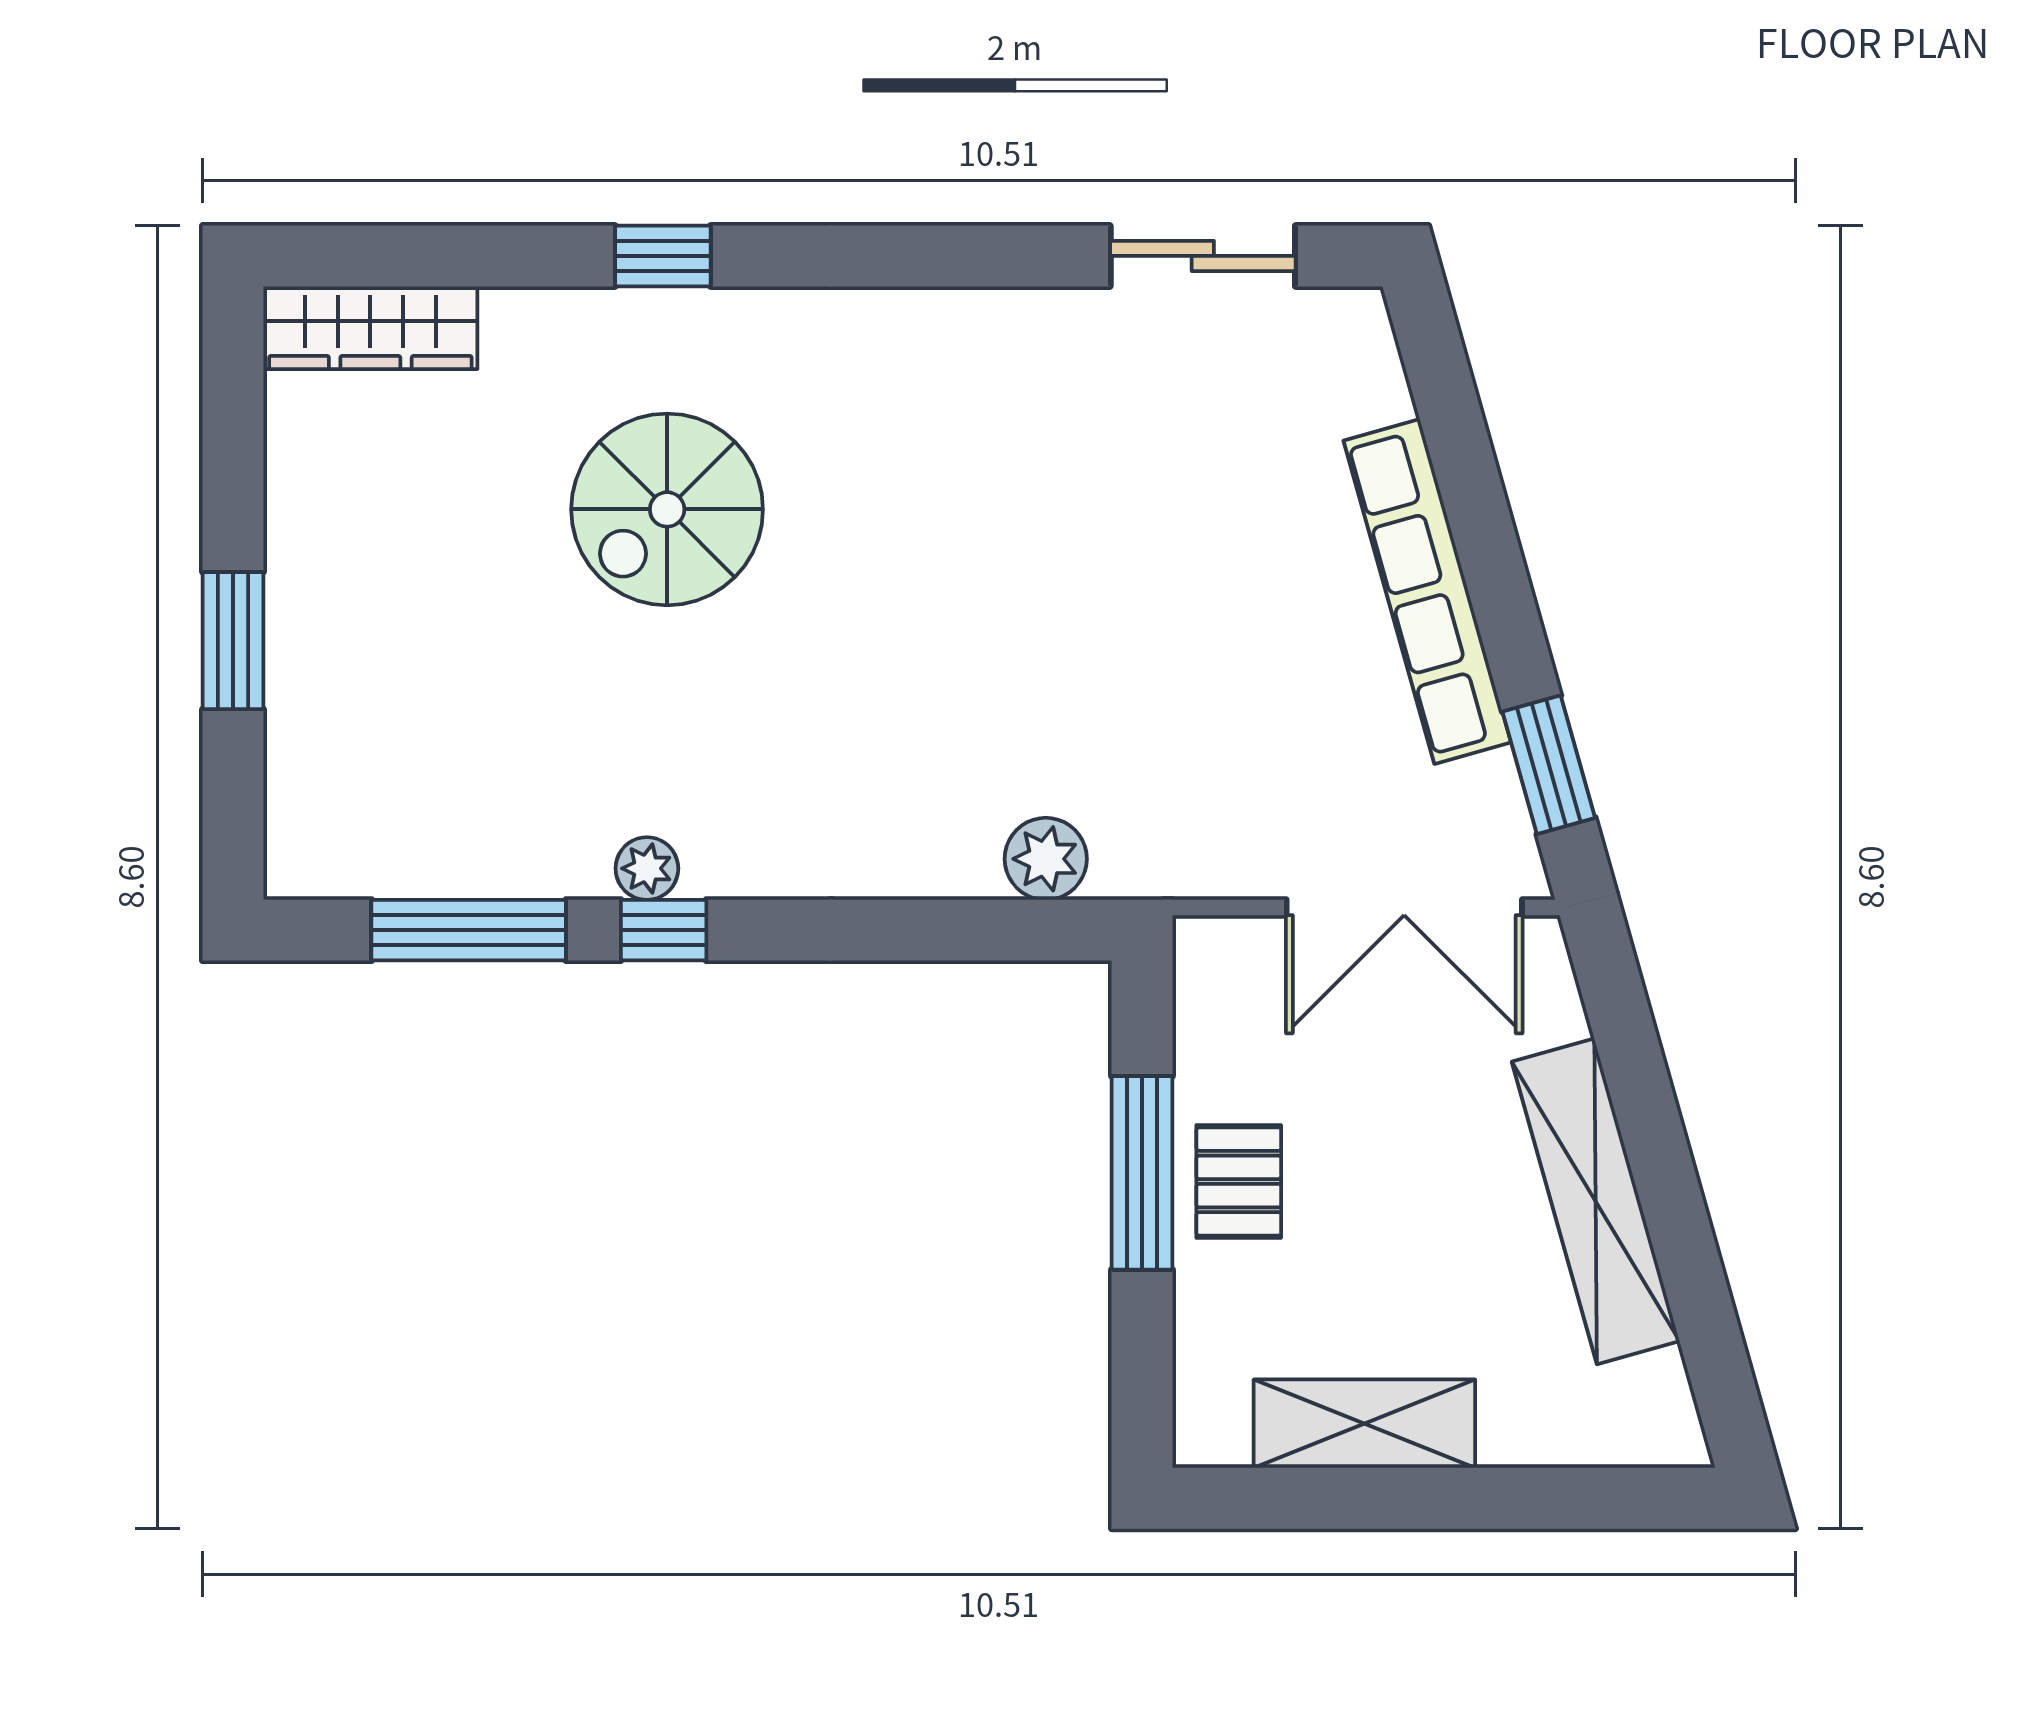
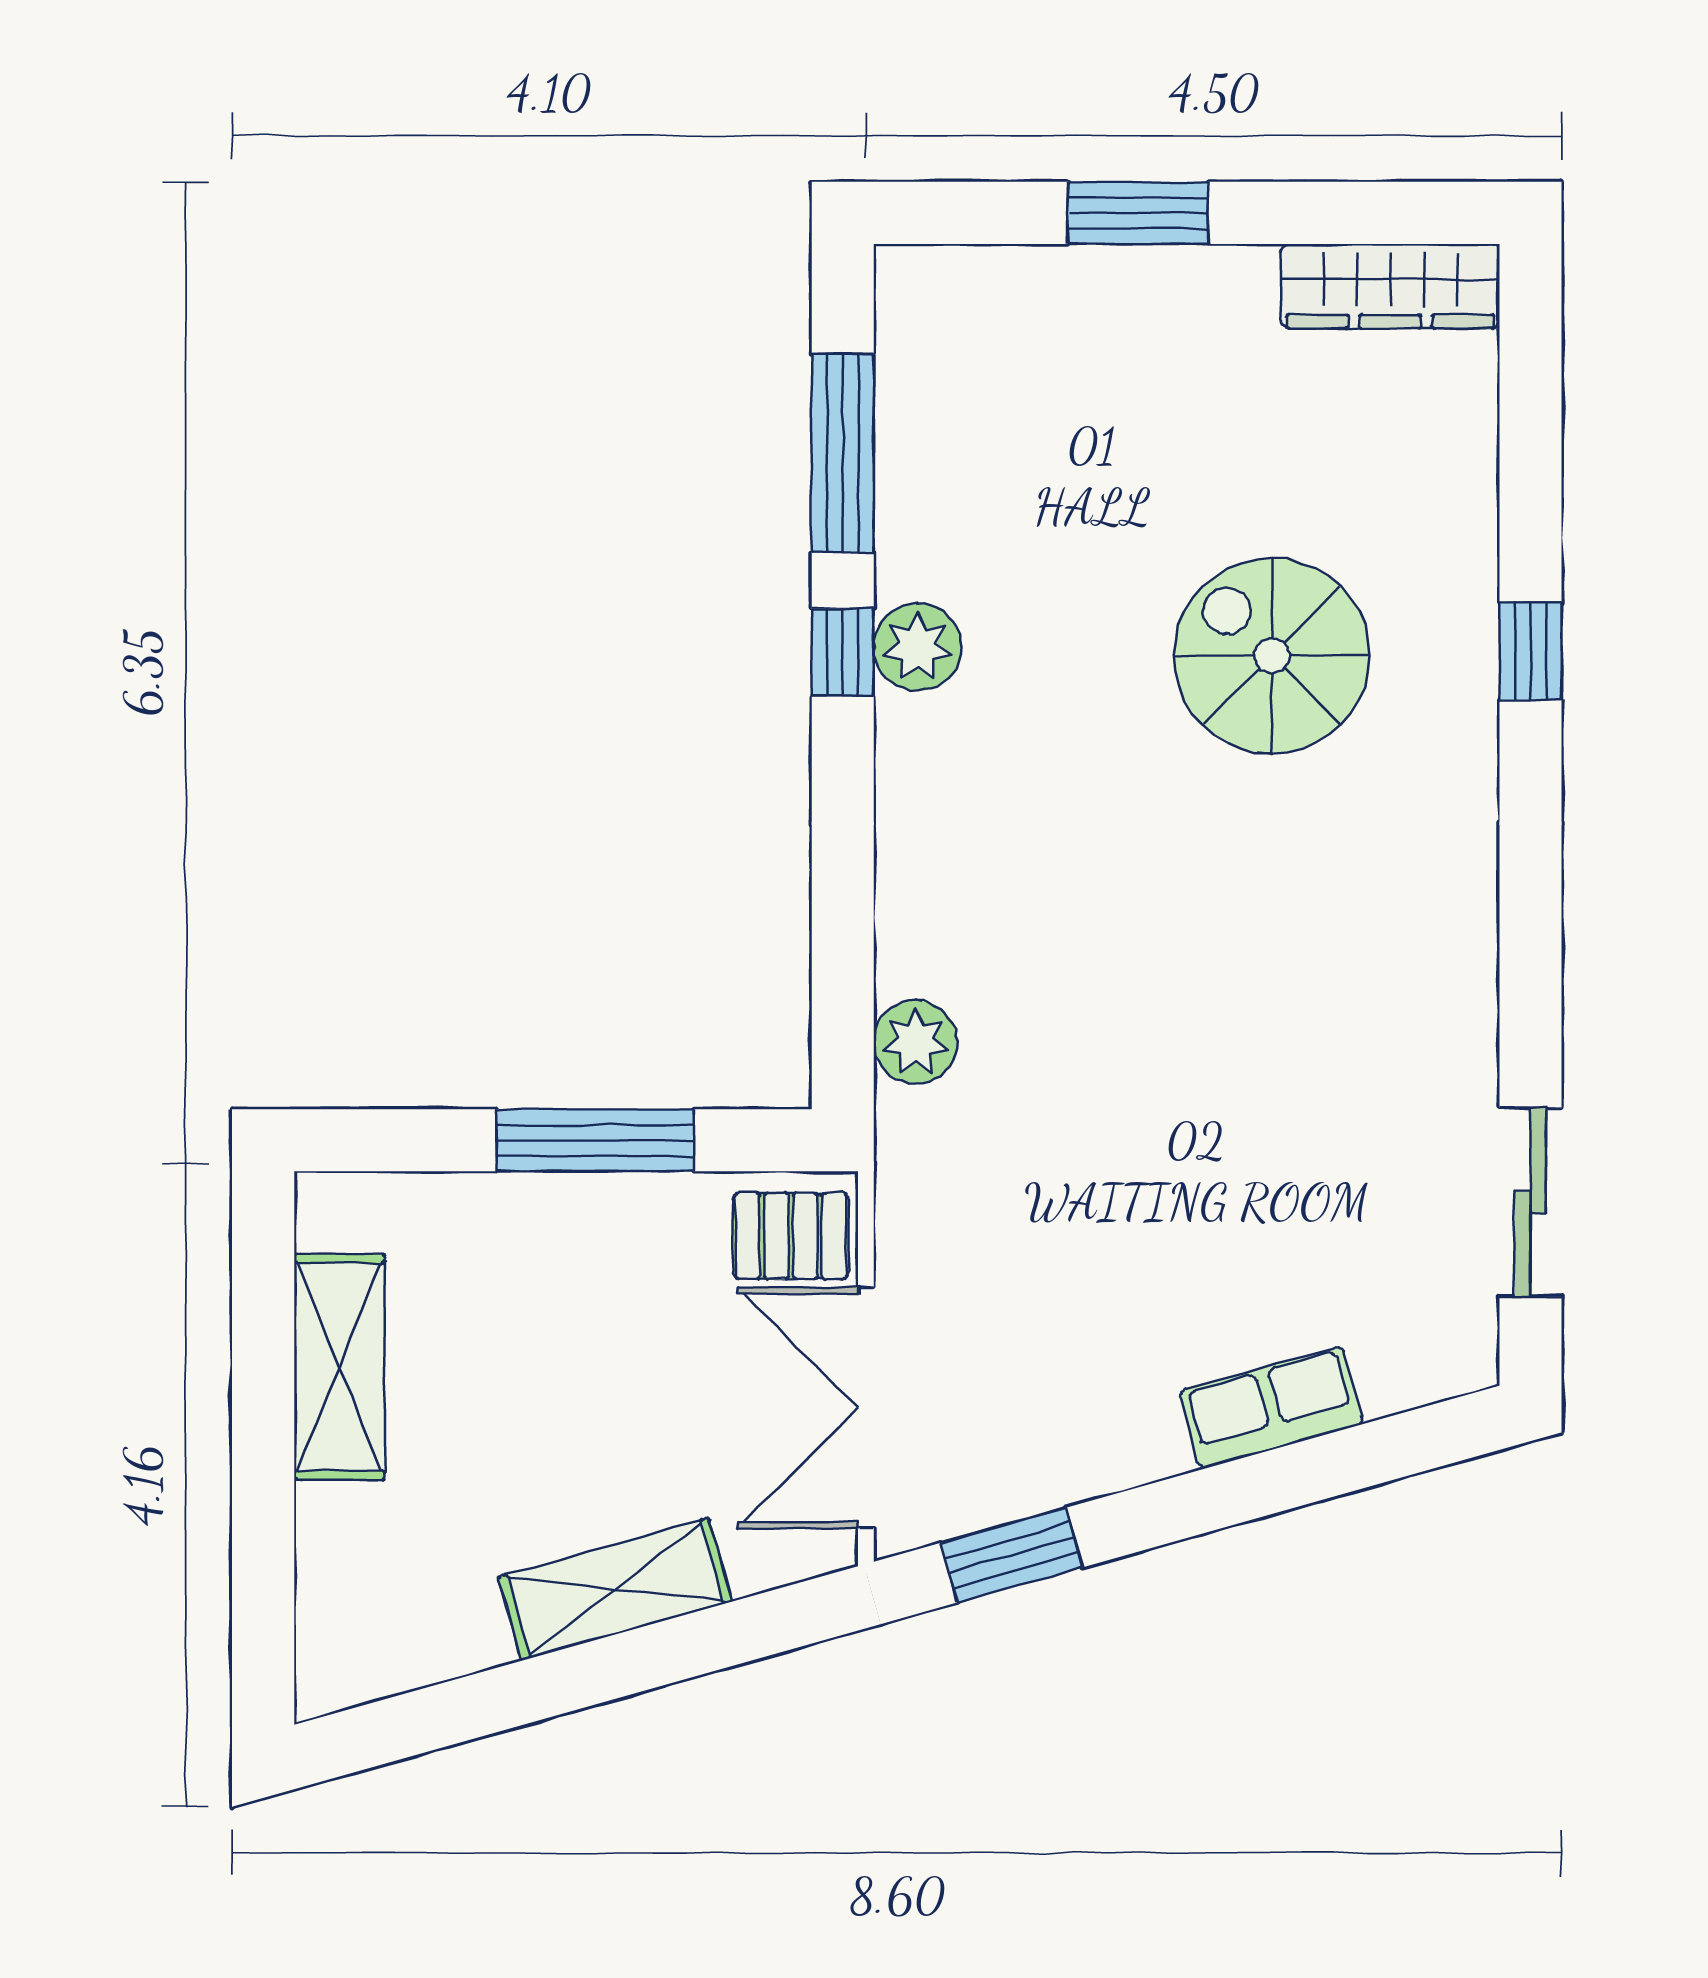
wardrobe: (370, 328) -> (1390, 286), moved, turned -90
row of seats: (1427, 592) -> (1271, 1408), width x0.50
plant: (647, 868) -> (918, 647), width x1.38, depth x1.38
pallet: (1239, 1181) -> (791, 1236), moved
shelving: (1596, 1201) -> (615, 1589), width x0.68

